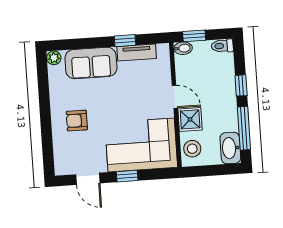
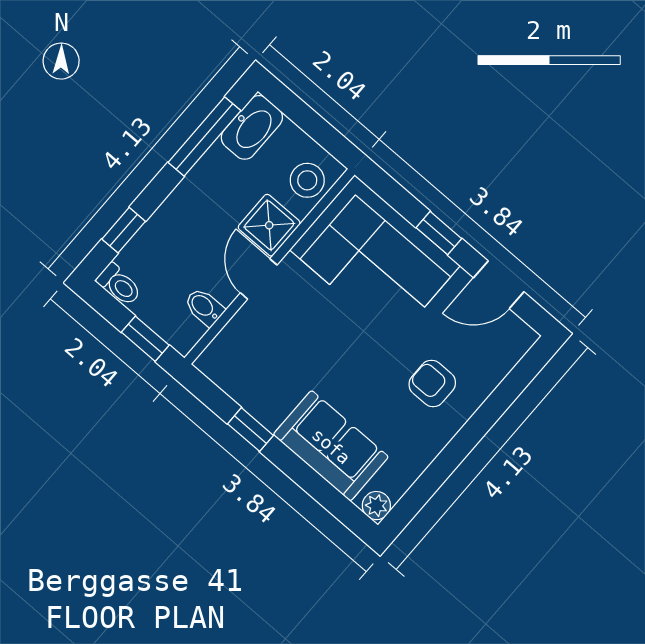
bidet: (183, 48) -> (204, 307), moved
tv unit: (137, 53) -> (251, 396), removed
window: (241, 85) -> (124, 230), moved
armchair: (77, 121) -> (432, 384), turned 180
door: (88, 179) -> (499, 285), swing flipped

